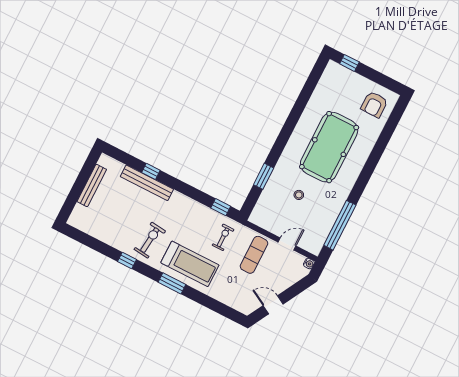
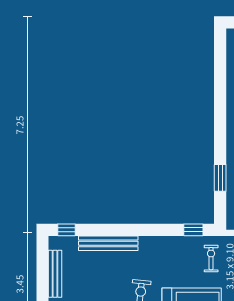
window: (151, 171) -> (67, 230), moved

